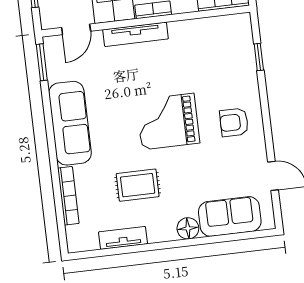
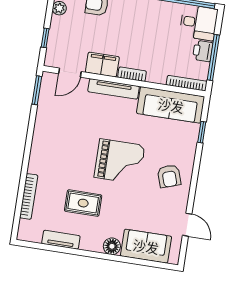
grand piano: (168, 121) -> (119, 161), turned 180
armchair: (234, 122) -> (169, 176), turned -109
sofa: (70, 123) -> (171, 105), moved, turned 90

